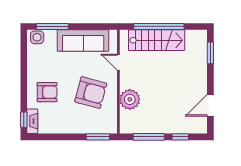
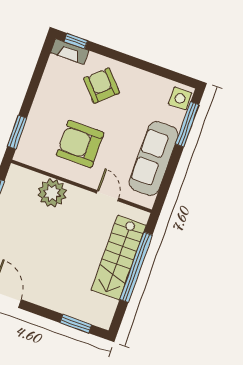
door: (118, 62) -> (108, 196), hinge flipped
armchair: (47, 92) -> (102, 86), turned 138
armchair: (91, 93) -> (80, 144), turned 75

